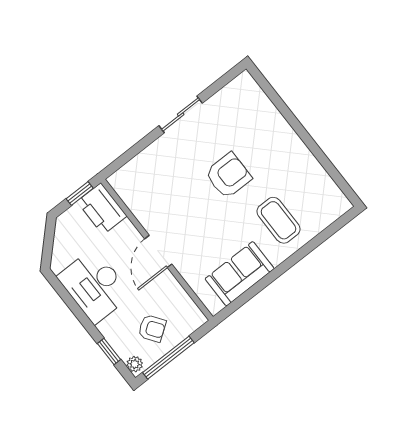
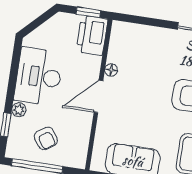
floor lamp: (146, 220) -> (111, 70), added
plant: (135, 364) -> (19, 110), moved

